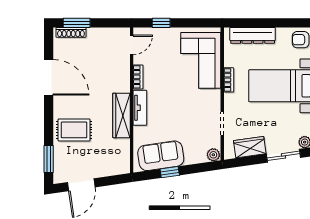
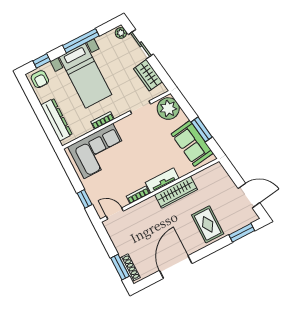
plant: (213, 155) -> (168, 109), width x1.88, depth x1.88
window: (170, 172) -> (202, 129), width x1.50

